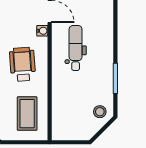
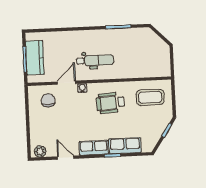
dental chair: (76, 48) -> (95, 60), turned 180
stool: (100, 112) -> (146, 38), removed

